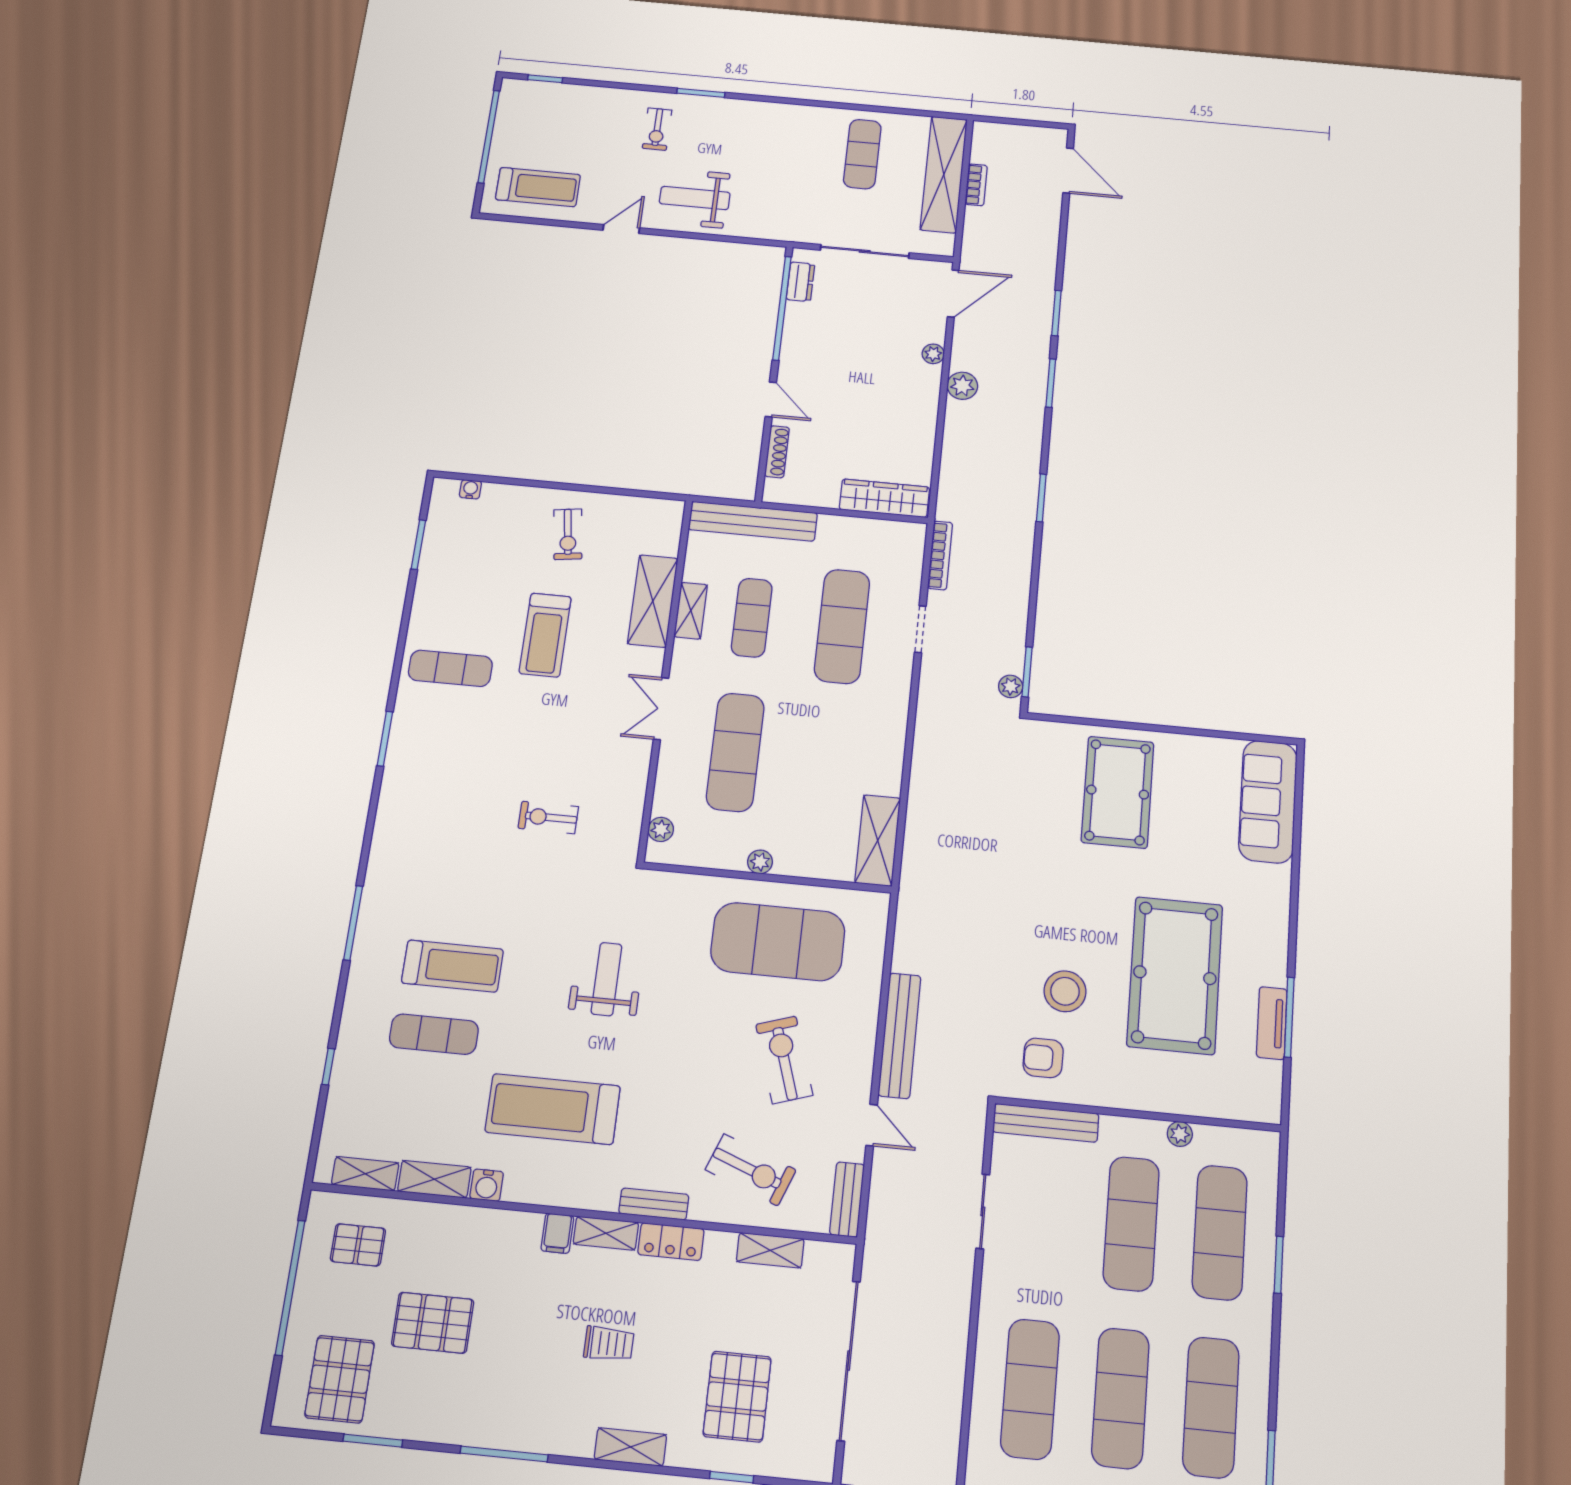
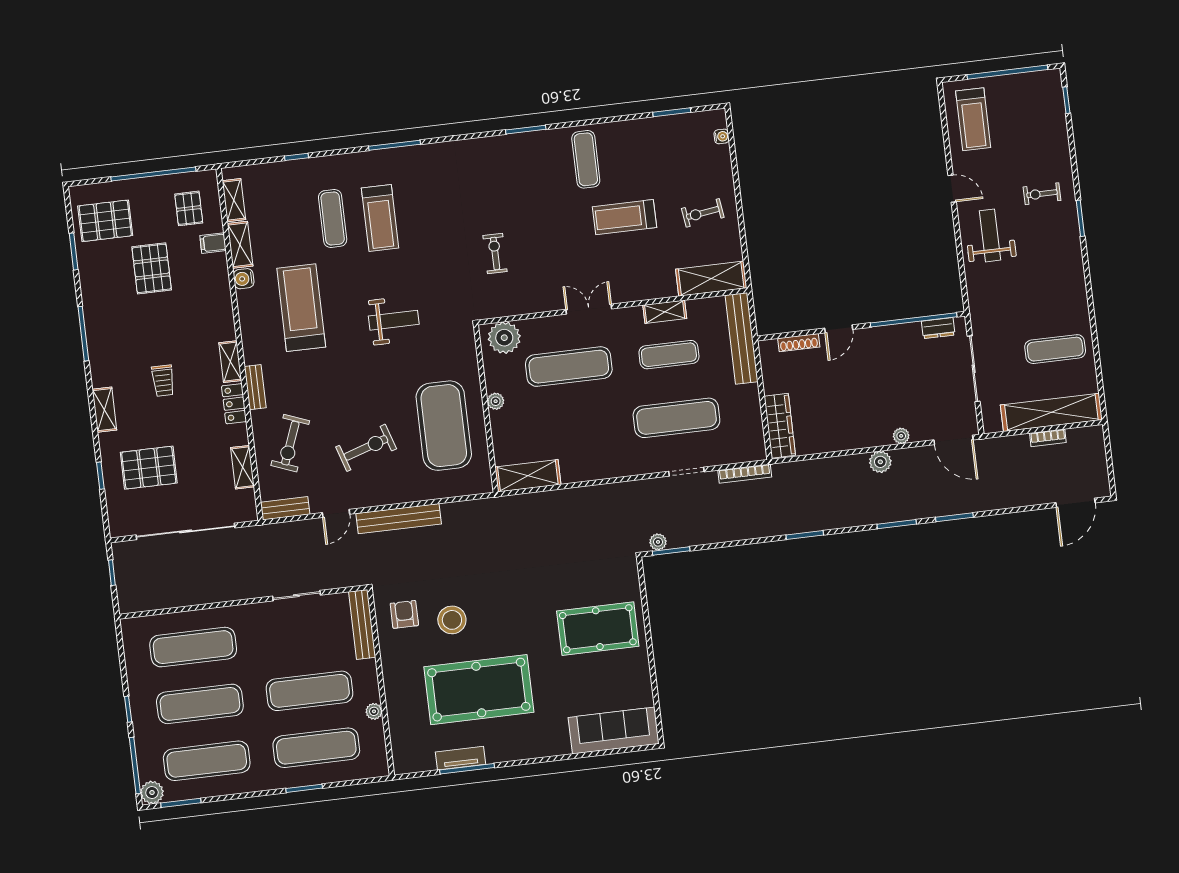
shelving: (653, 601) -> (711, 279), moved
plant: (661, 829) -> (504, 338), width x1.88, depth x1.88
filing cabinet: (557, 1233) -> (213, 243), moved

